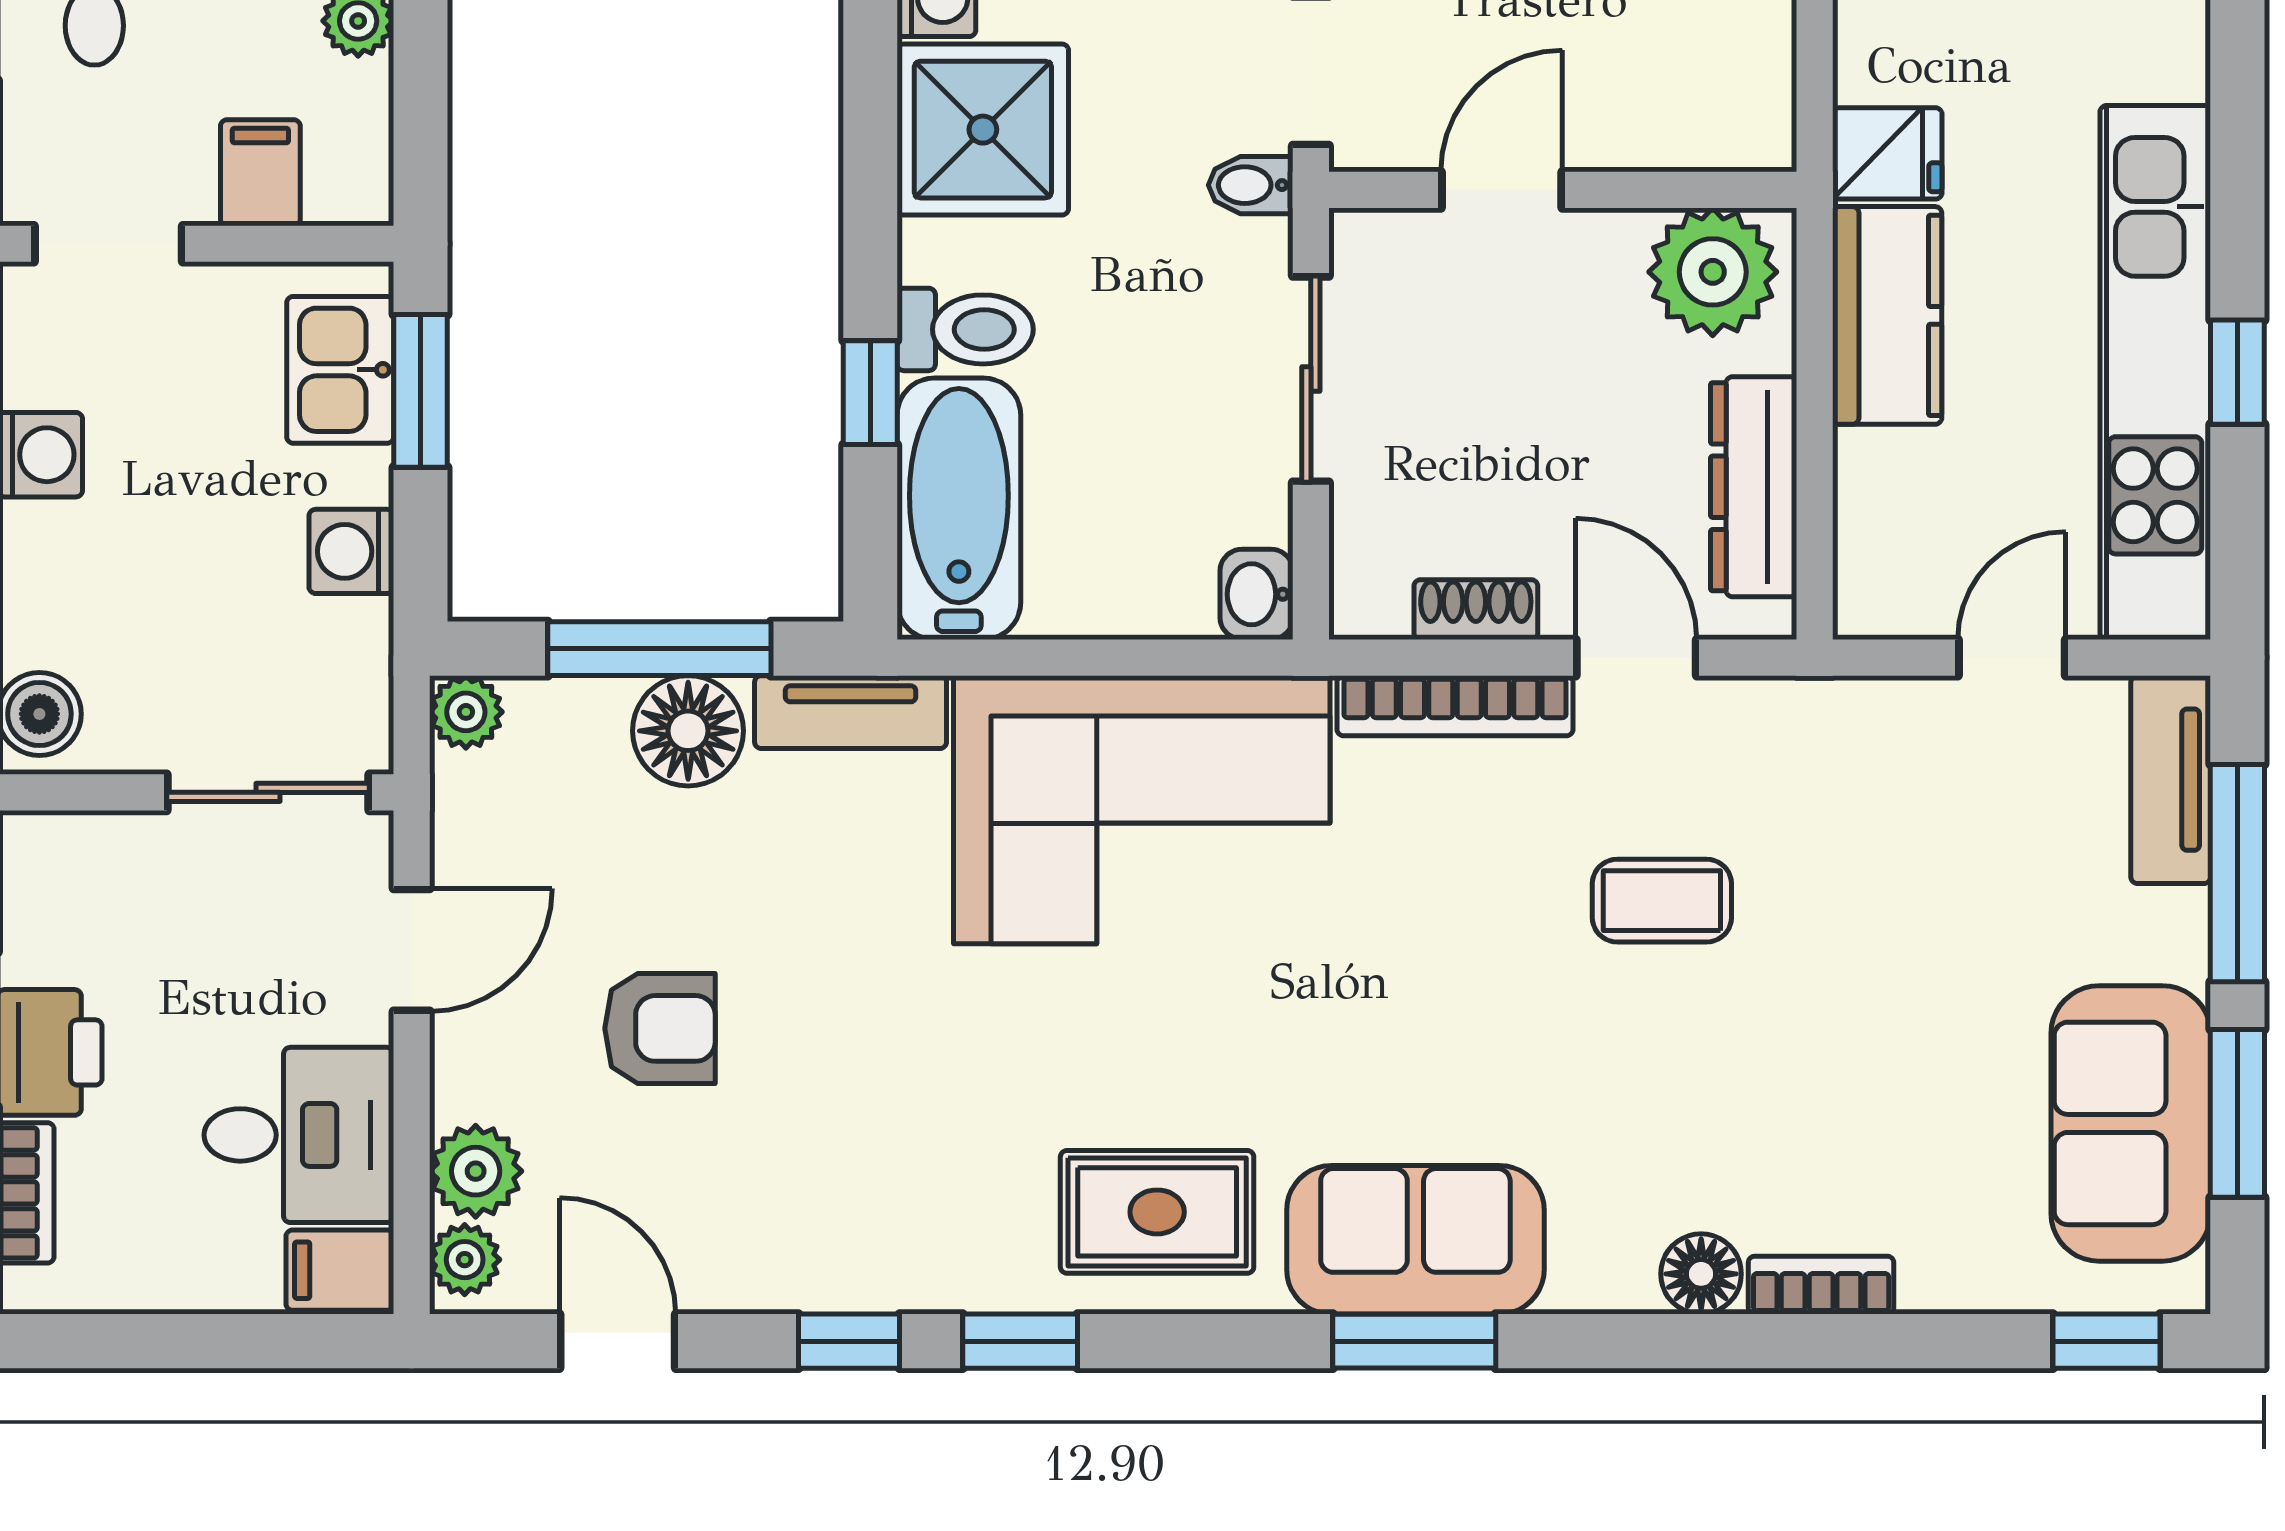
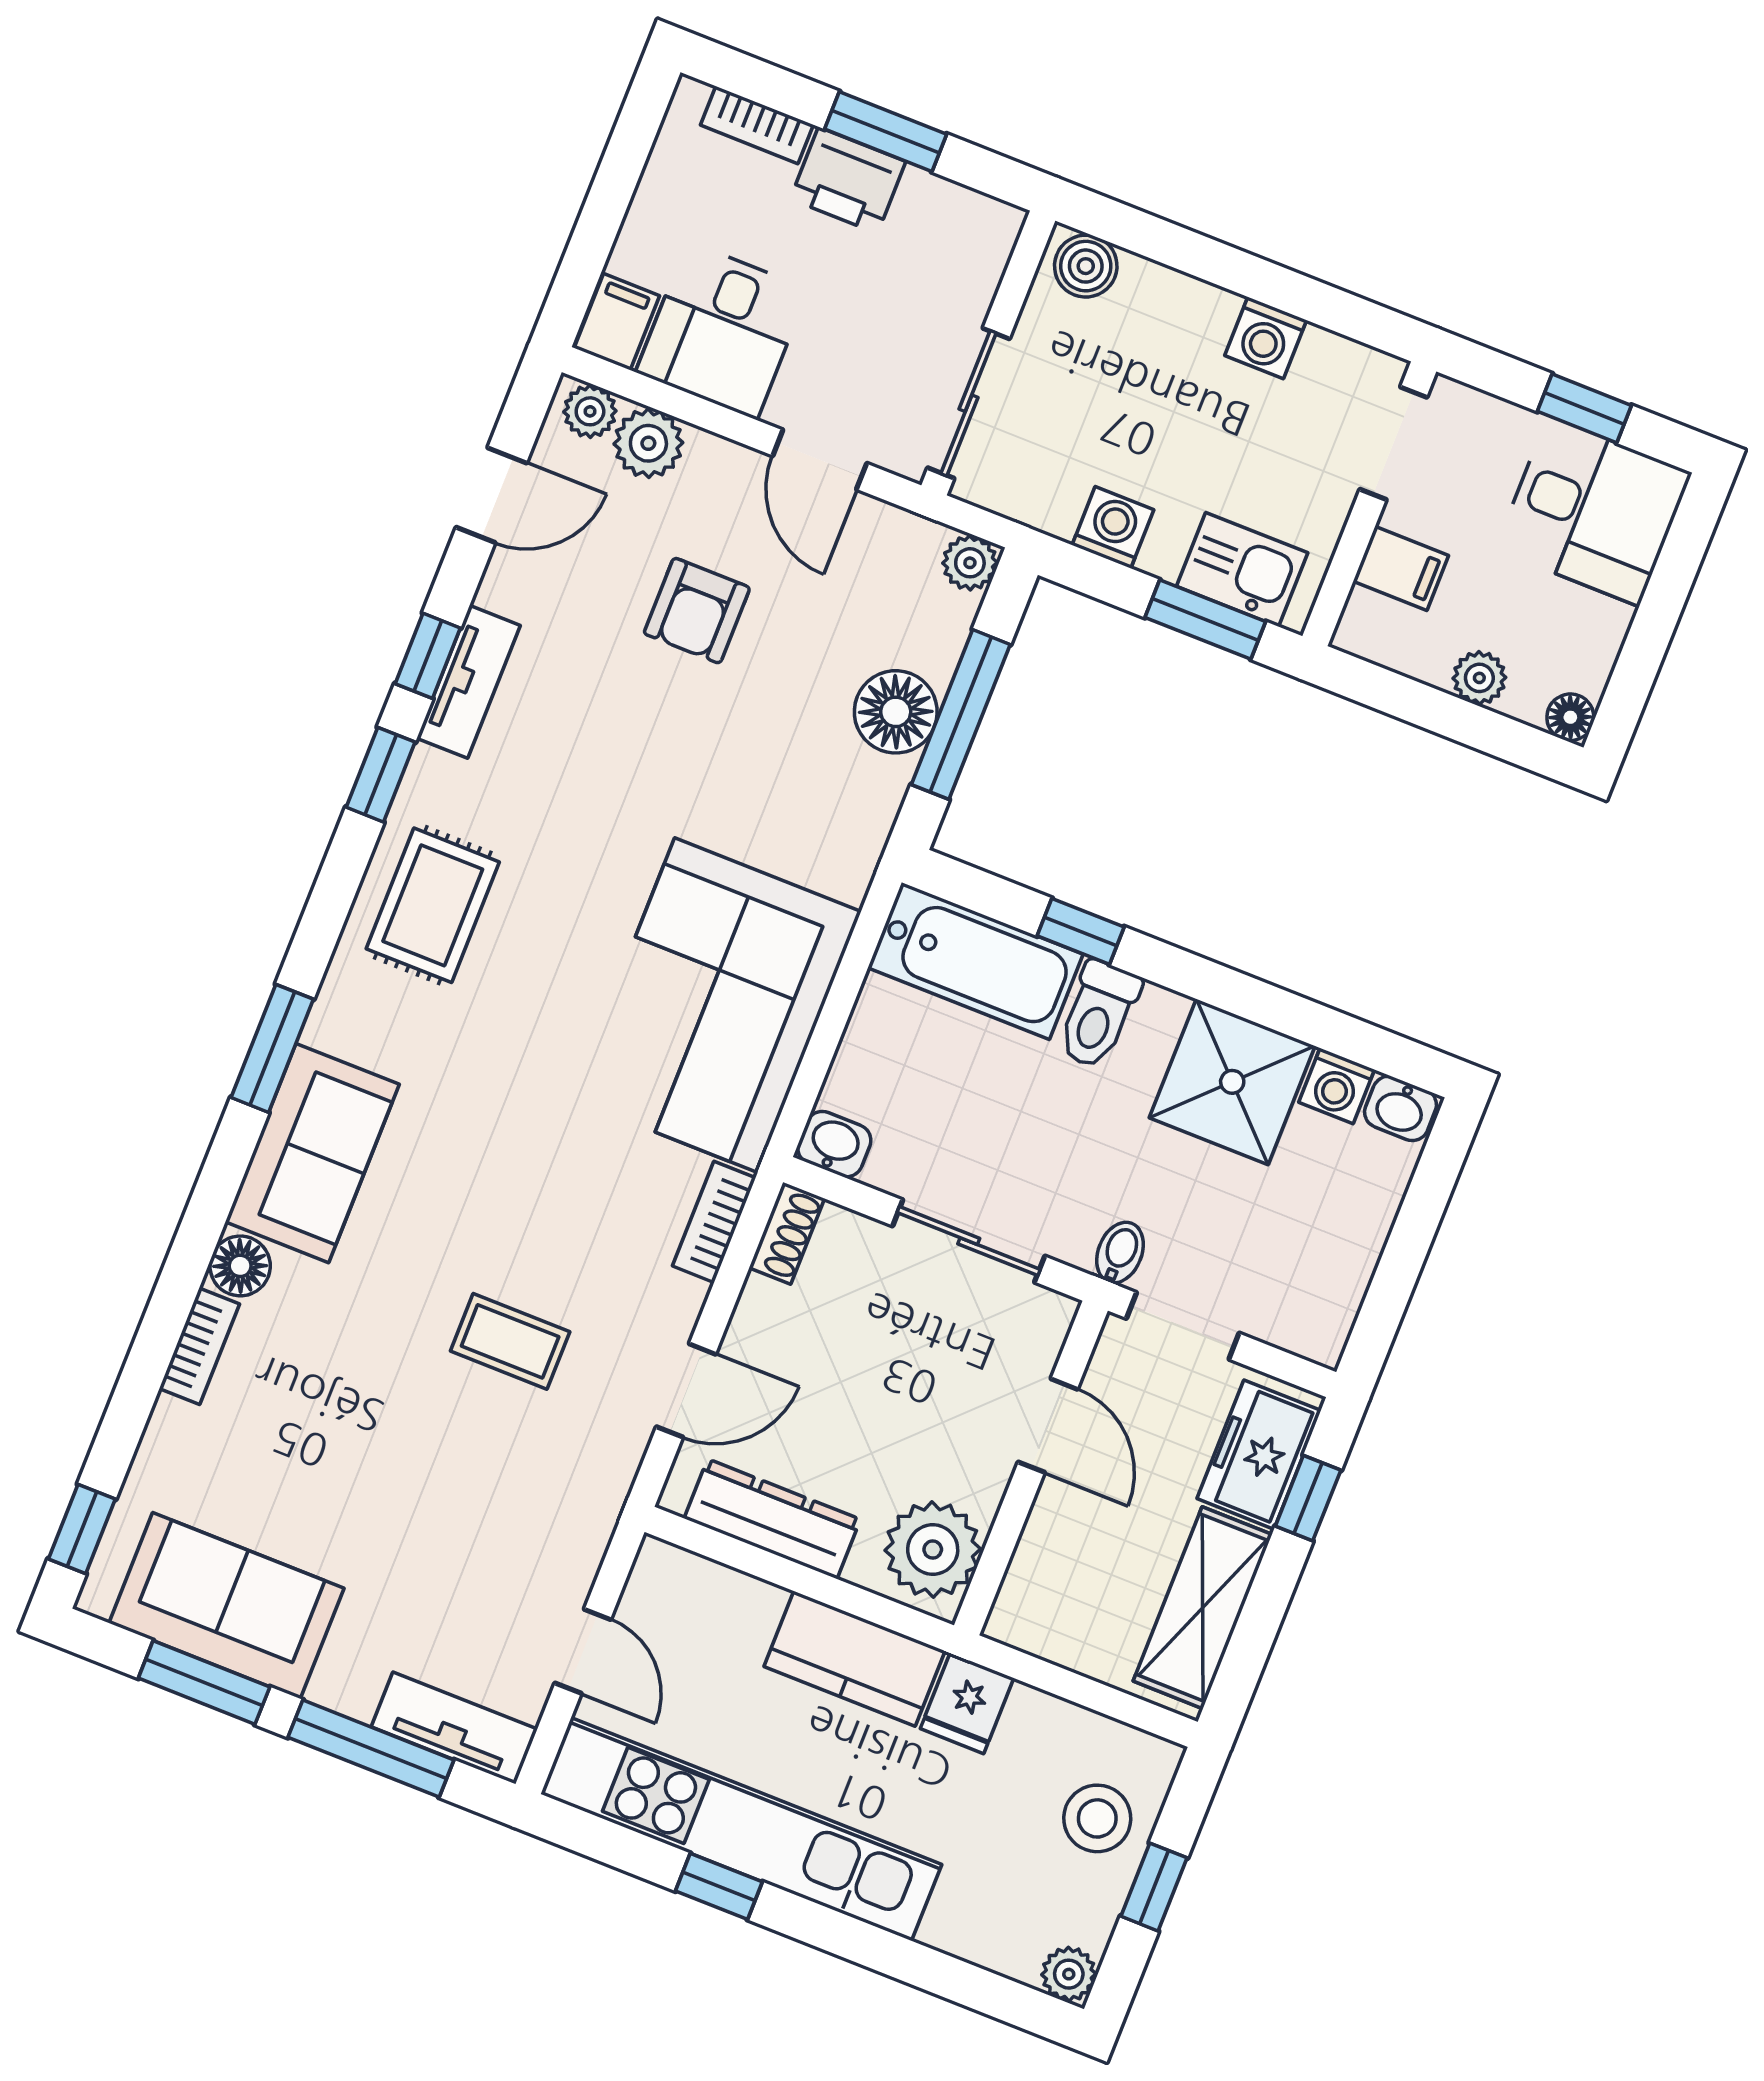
shoe rack: (1476, 610) -> (787, 1233), moved
bookcase: (1455, 706) -> (714, 1222), width x0.64
tv unit: (851, 712) -> (469, 682), moved, turned 180
coffee table: (1662, 901) -> (510, 1341), turned 90
sofa: (1415, 1240) -> (312, 1153), moved

